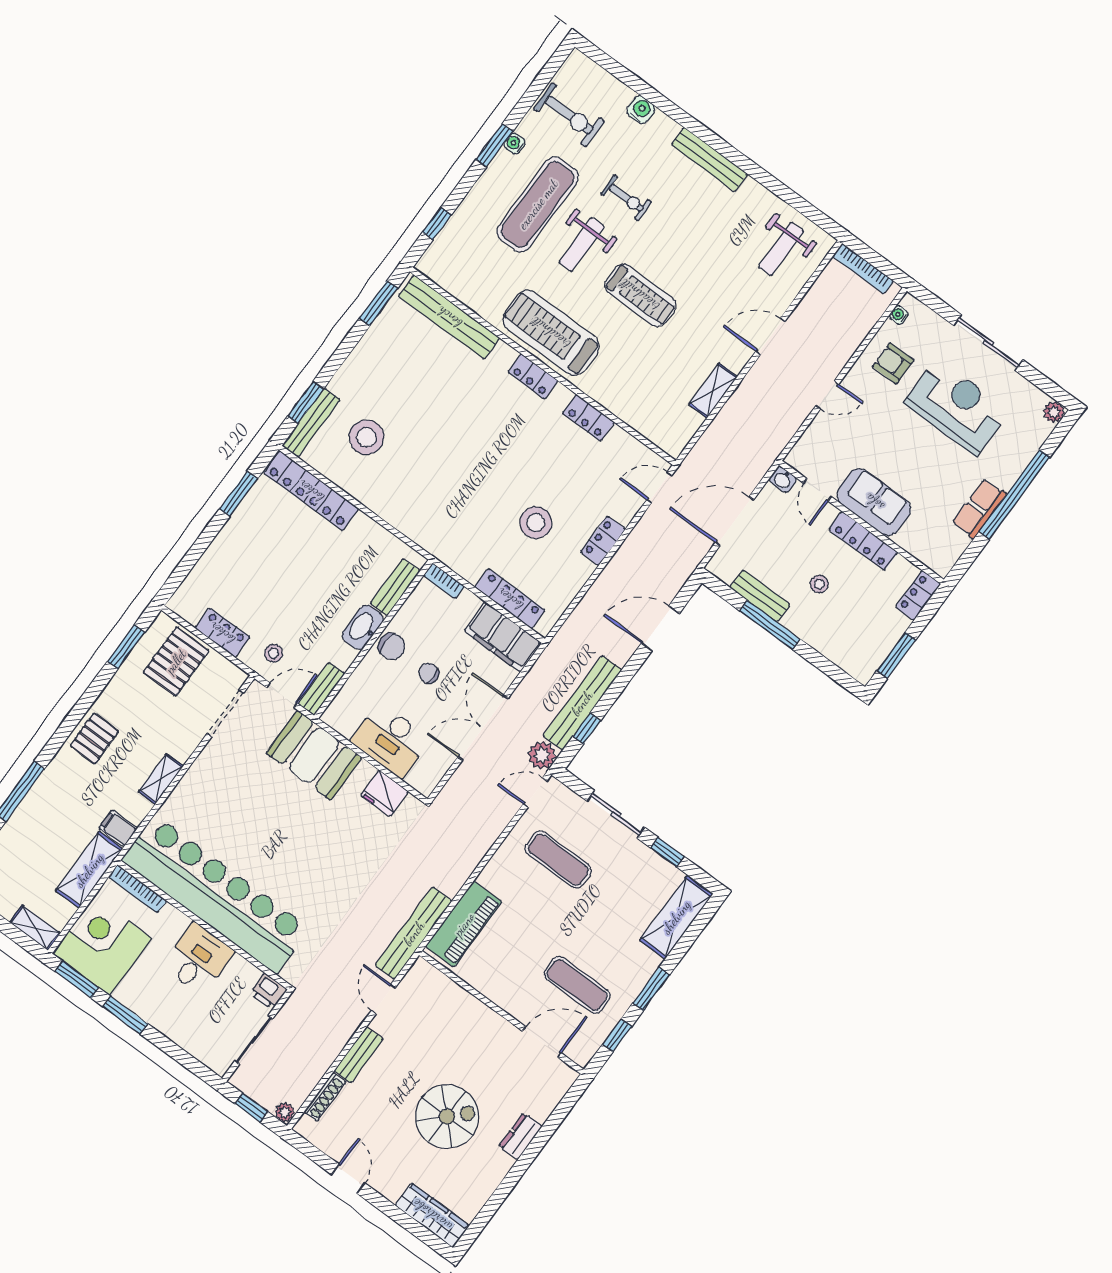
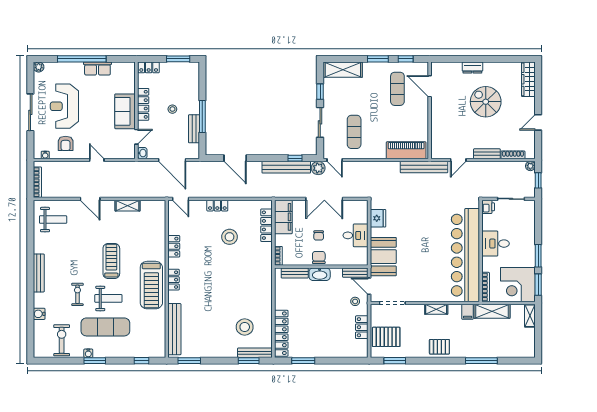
desk: (391, 740) -> (355, 235), width x0.73

